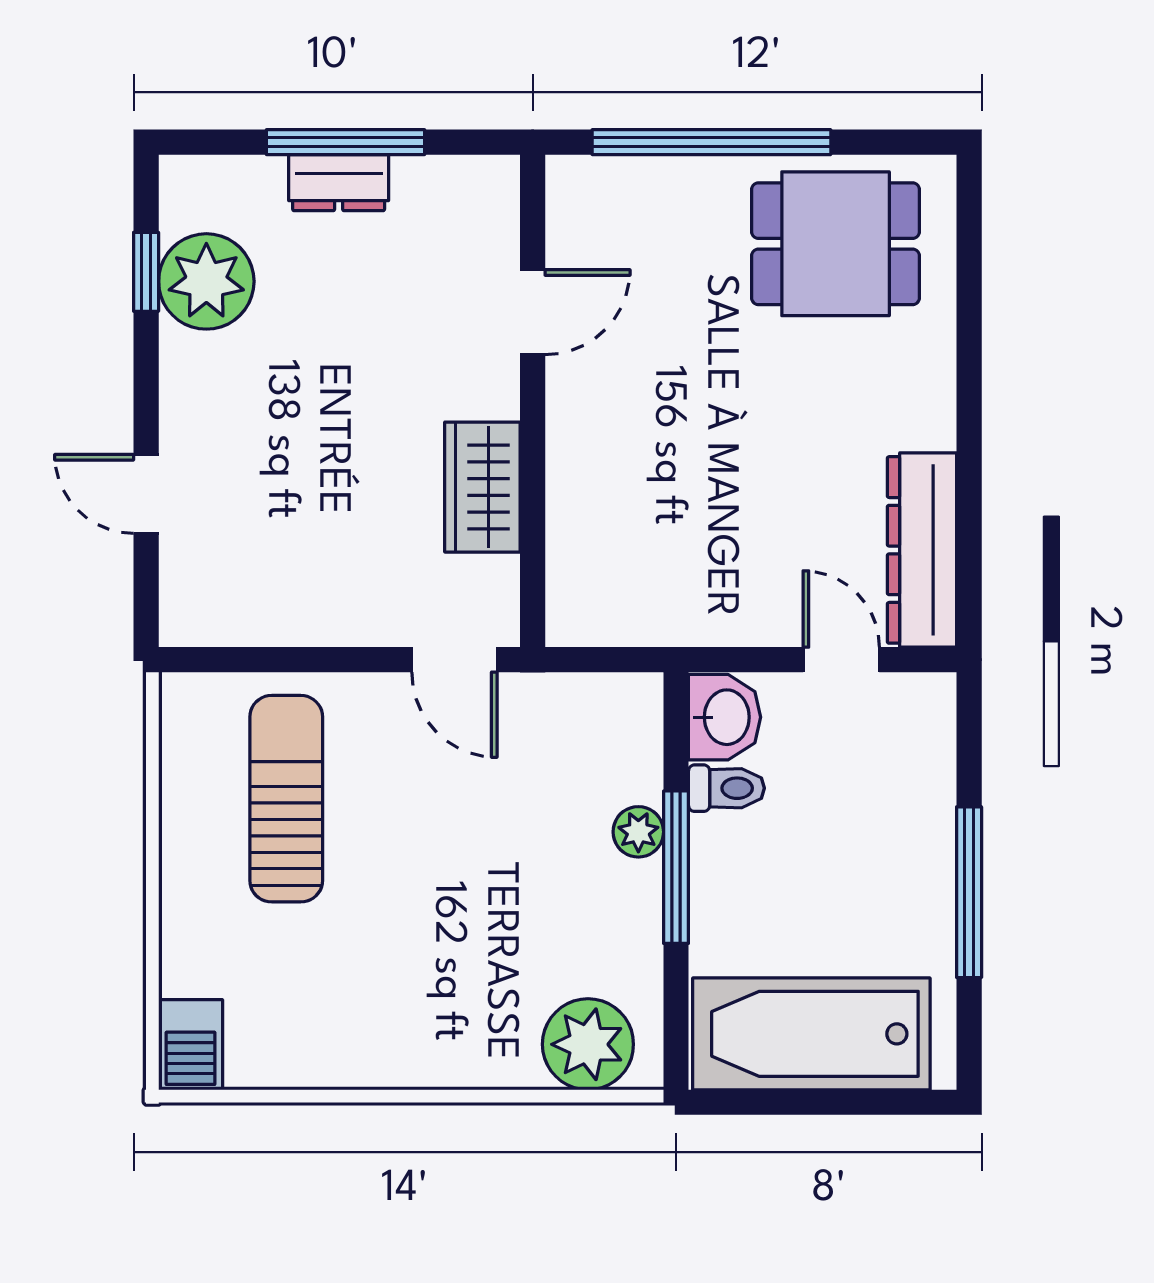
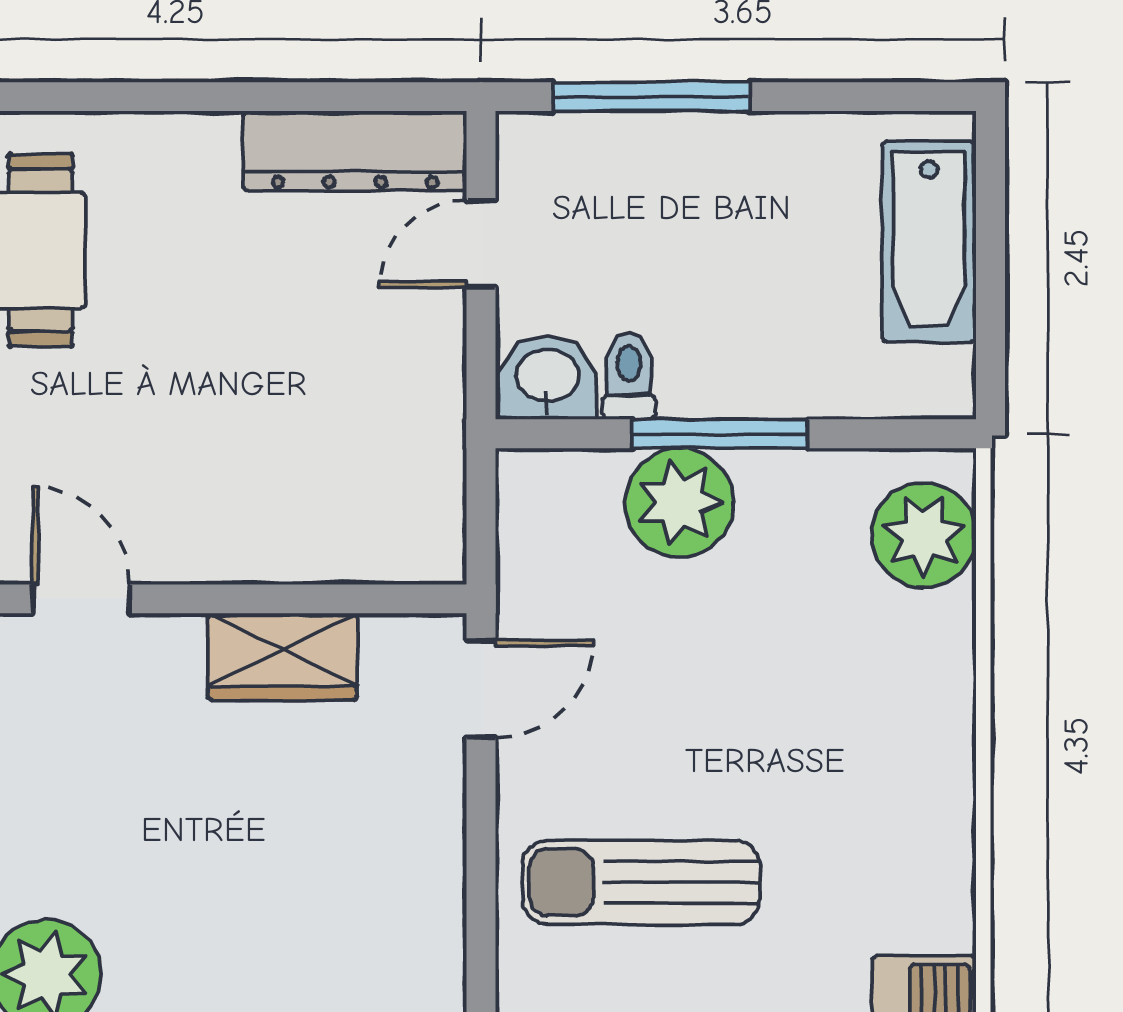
plant: (638, 832) -> (679, 503), width x1.87, depth x1.87
window: (969, 892) -> (652, 97), moved
bathtub: (811, 1034) -> (929, 242), width x0.73, depth x0.73

